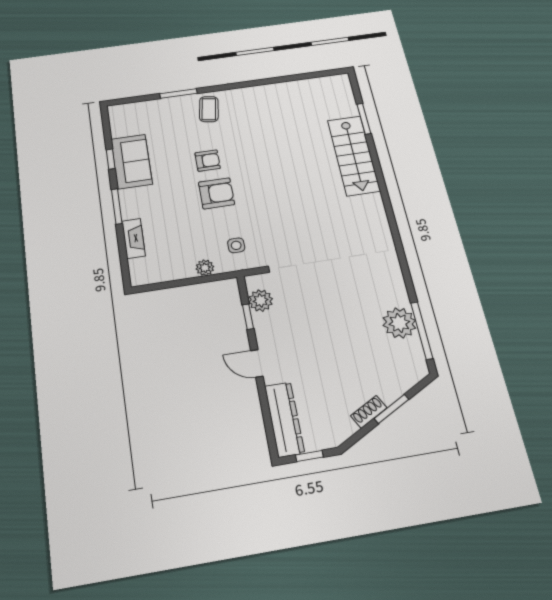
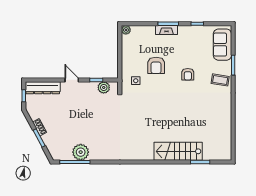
sofa: (132, 161) -> (222, 45), moved, turned 90
armchair: (216, 193) -> (156, 65), moved
fireplace: (134, 238) -> (166, 30), moved
plant: (205, 268) -> (126, 30), moved
door: (257, 363) -> (72, 80), hinge flipped

